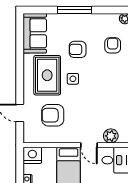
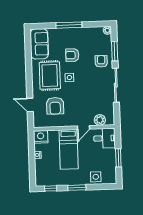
armchair: (113, 45) -> (101, 61), moved
armchair: (53, 115) -> (55, 106), turned -90
door: (89, 145) -> (83, 128), hinge flipped

